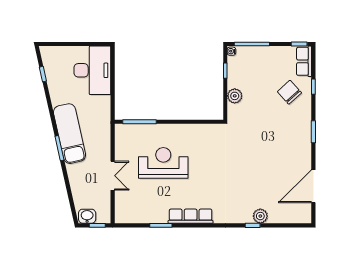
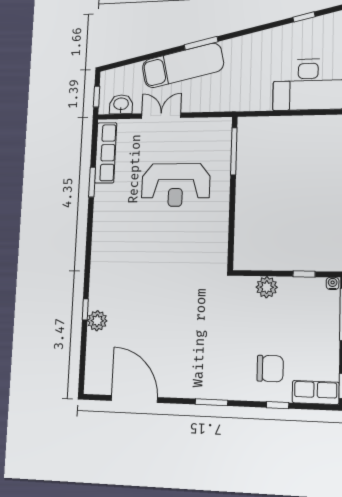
chair: (289, 92) -> (270, 369), turned 42
exam couch: (69, 134) -> (183, 65), moved
reception desk: (163, 163) -> (176, 185), turned 90
double door: (113, 176) -> (161, 116), swing flipped
washbasin: (87, 216) -> (121, 104), moved, turned -90
row of seats: (191, 216) -> (106, 153), moved

